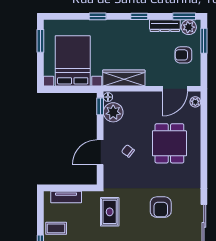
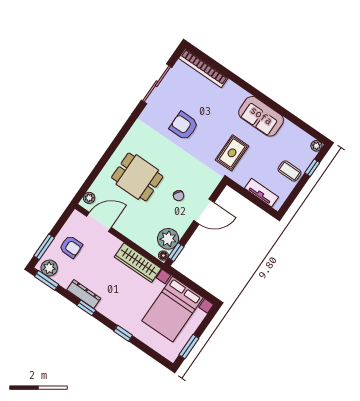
dresser: (165, 26) -> (84, 294), moved
dining table: (169, 143) -> (137, 177), turned 90
armchair: (161, 207) -> (184, 126), turned -90

